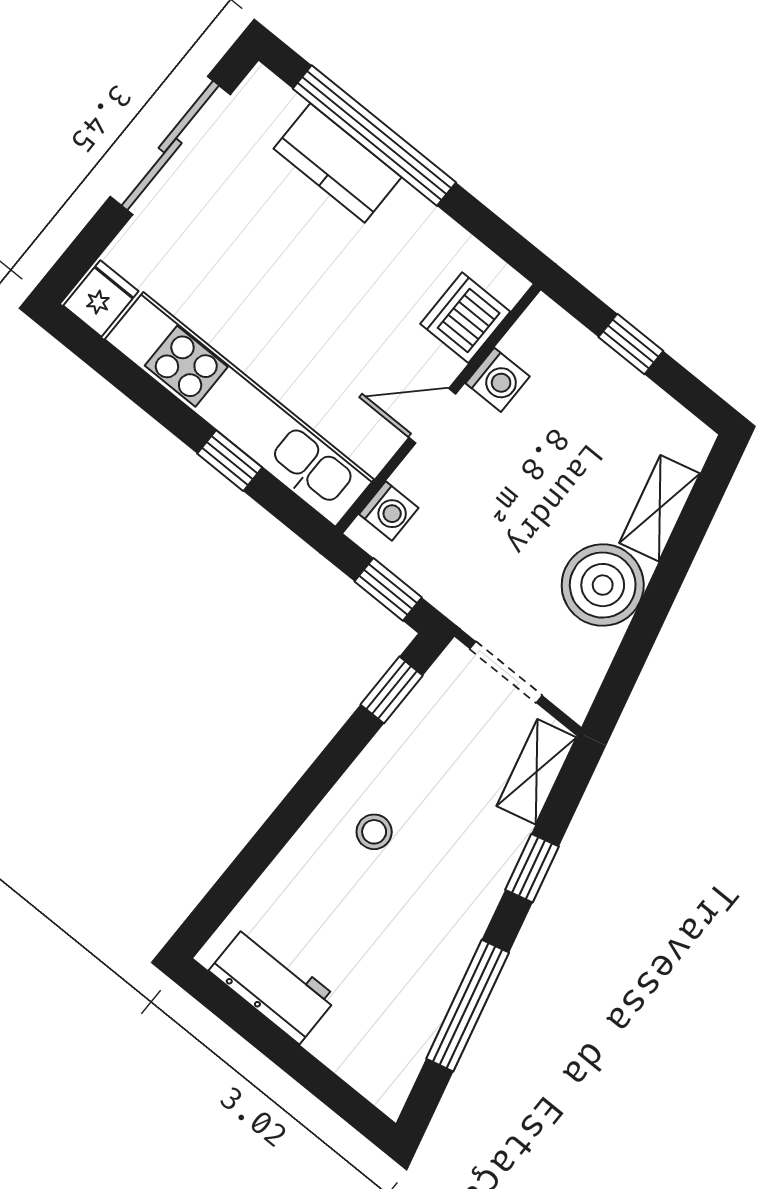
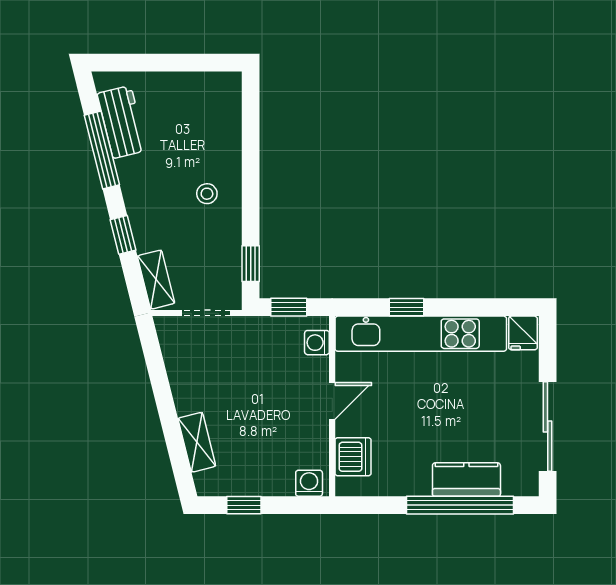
window: (631, 344) -> (244, 505), moved
washing machine: (498, 380) -> (309, 483), moved, turned 90
boiler: (603, 585) -> (194, 387), removed
workbench: (273, 984) -> (122, 122), moved, turned -104

